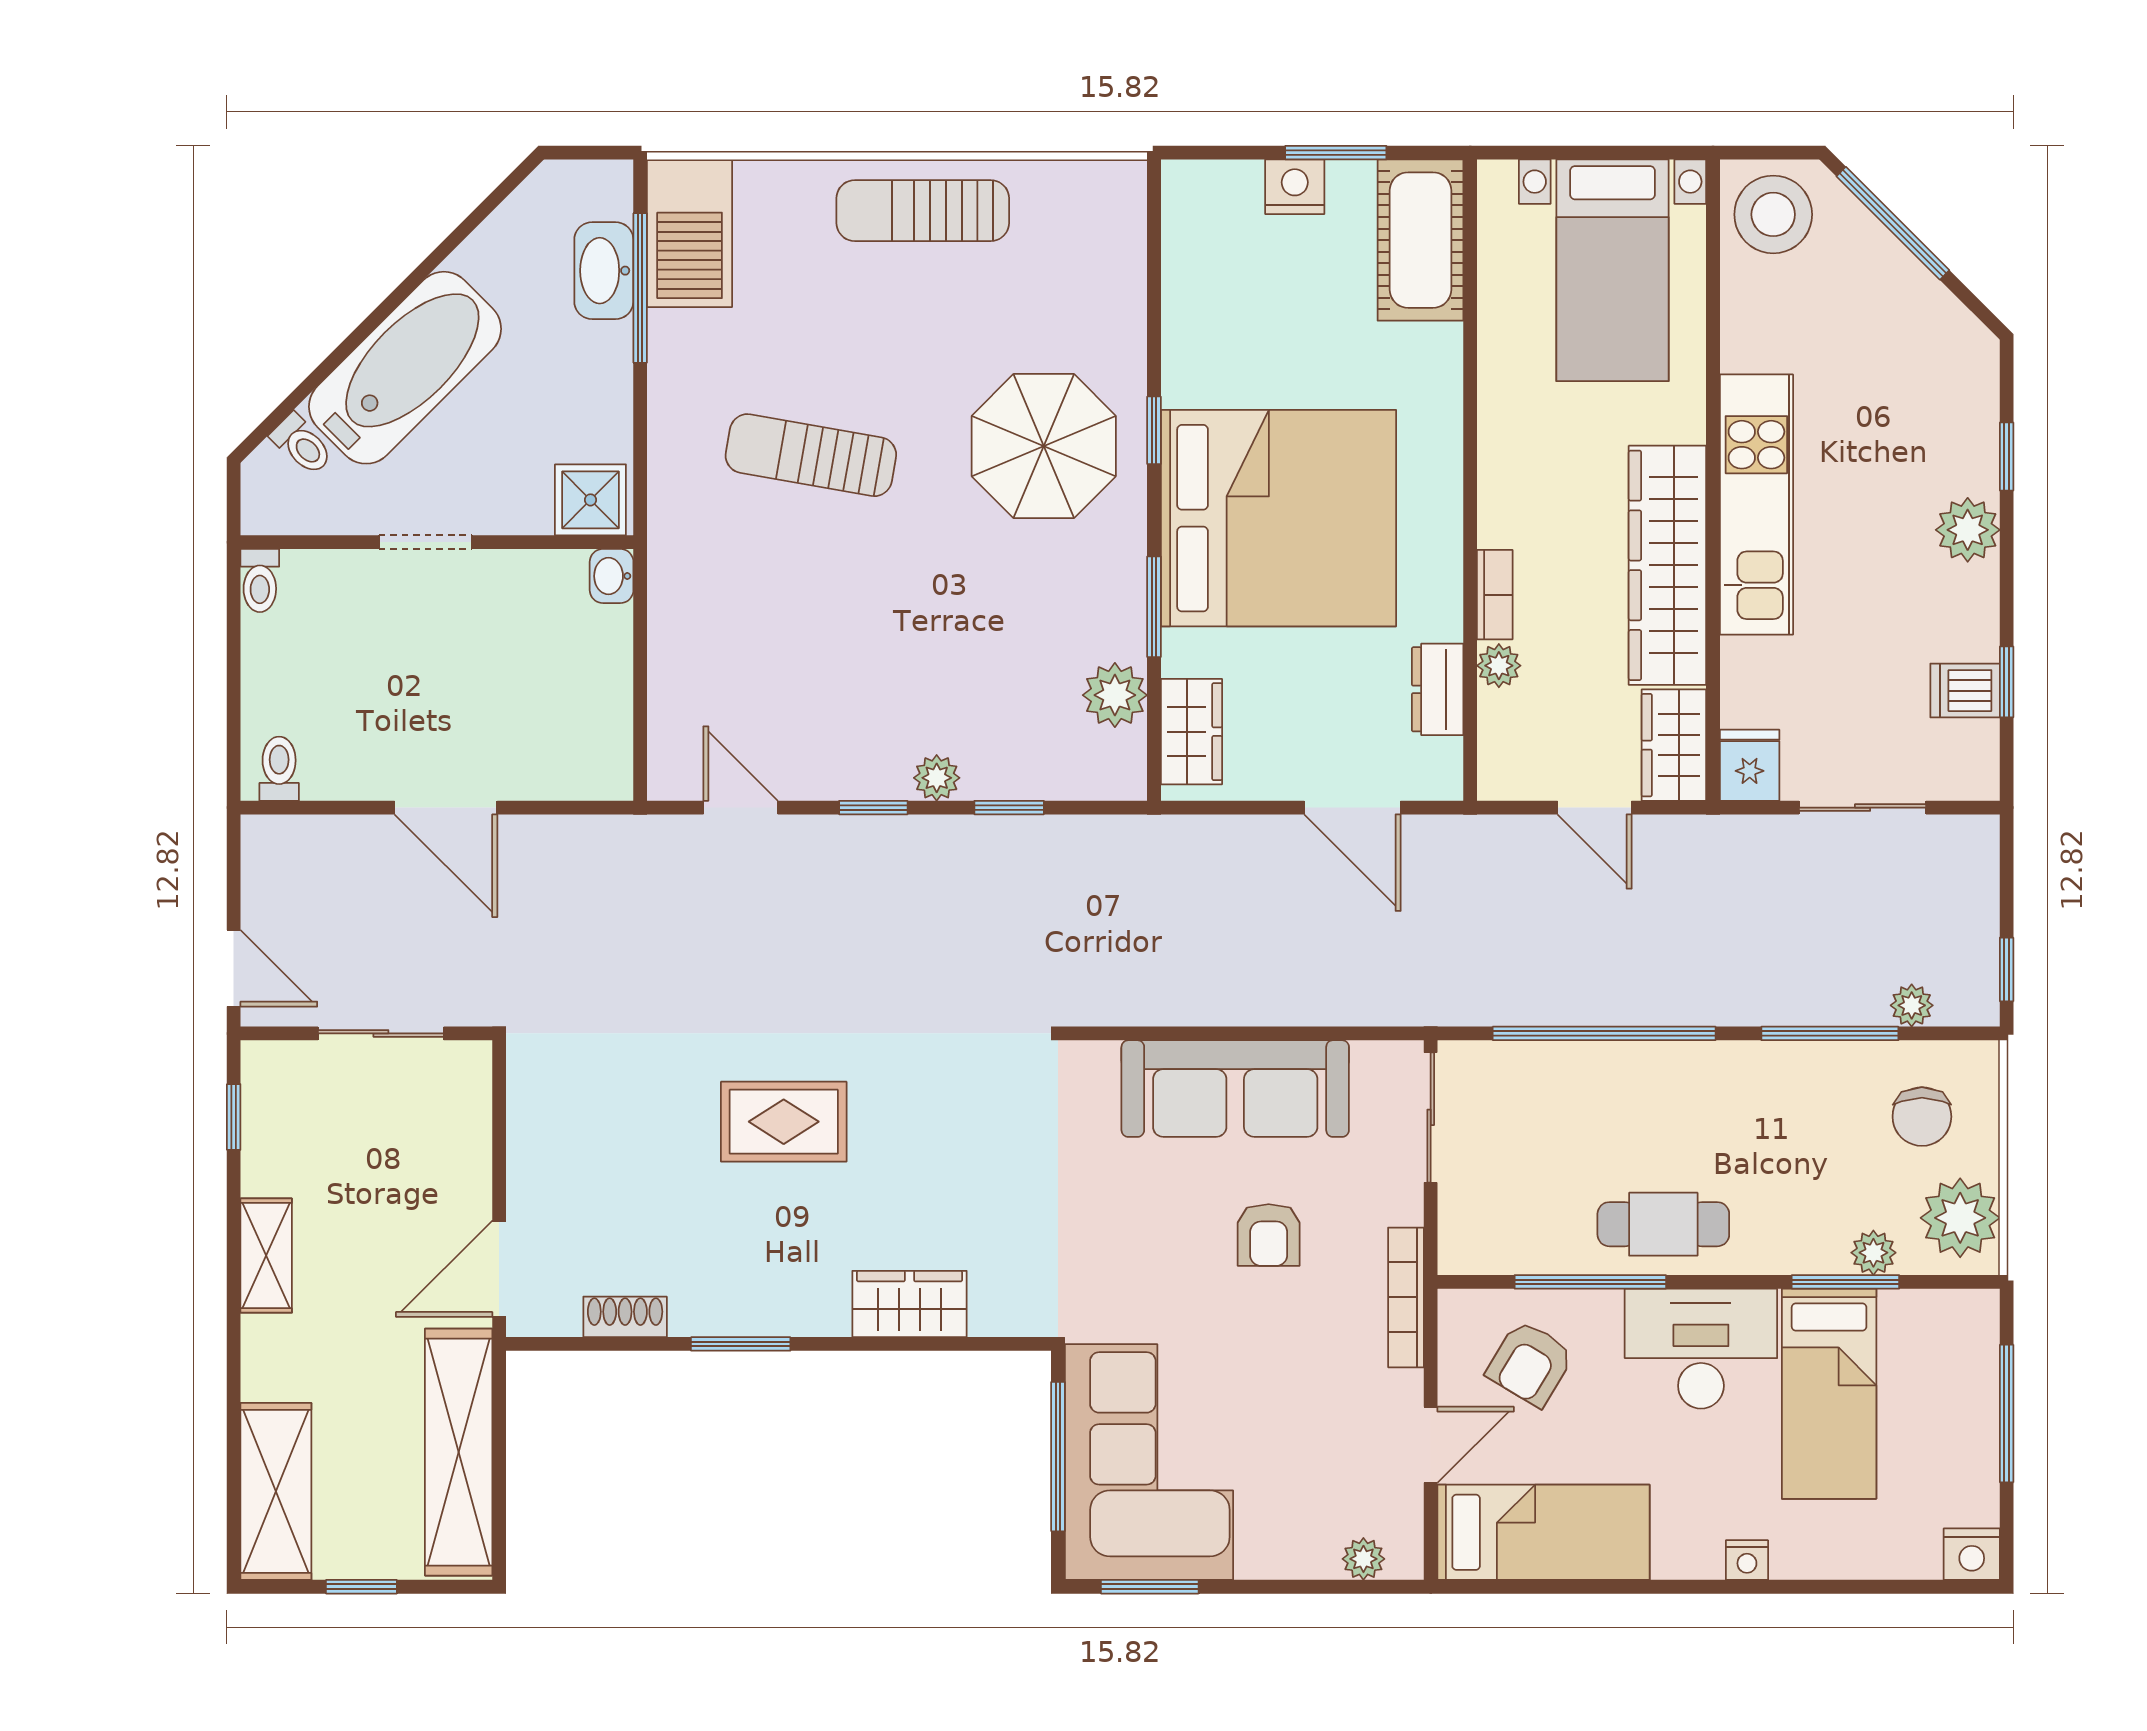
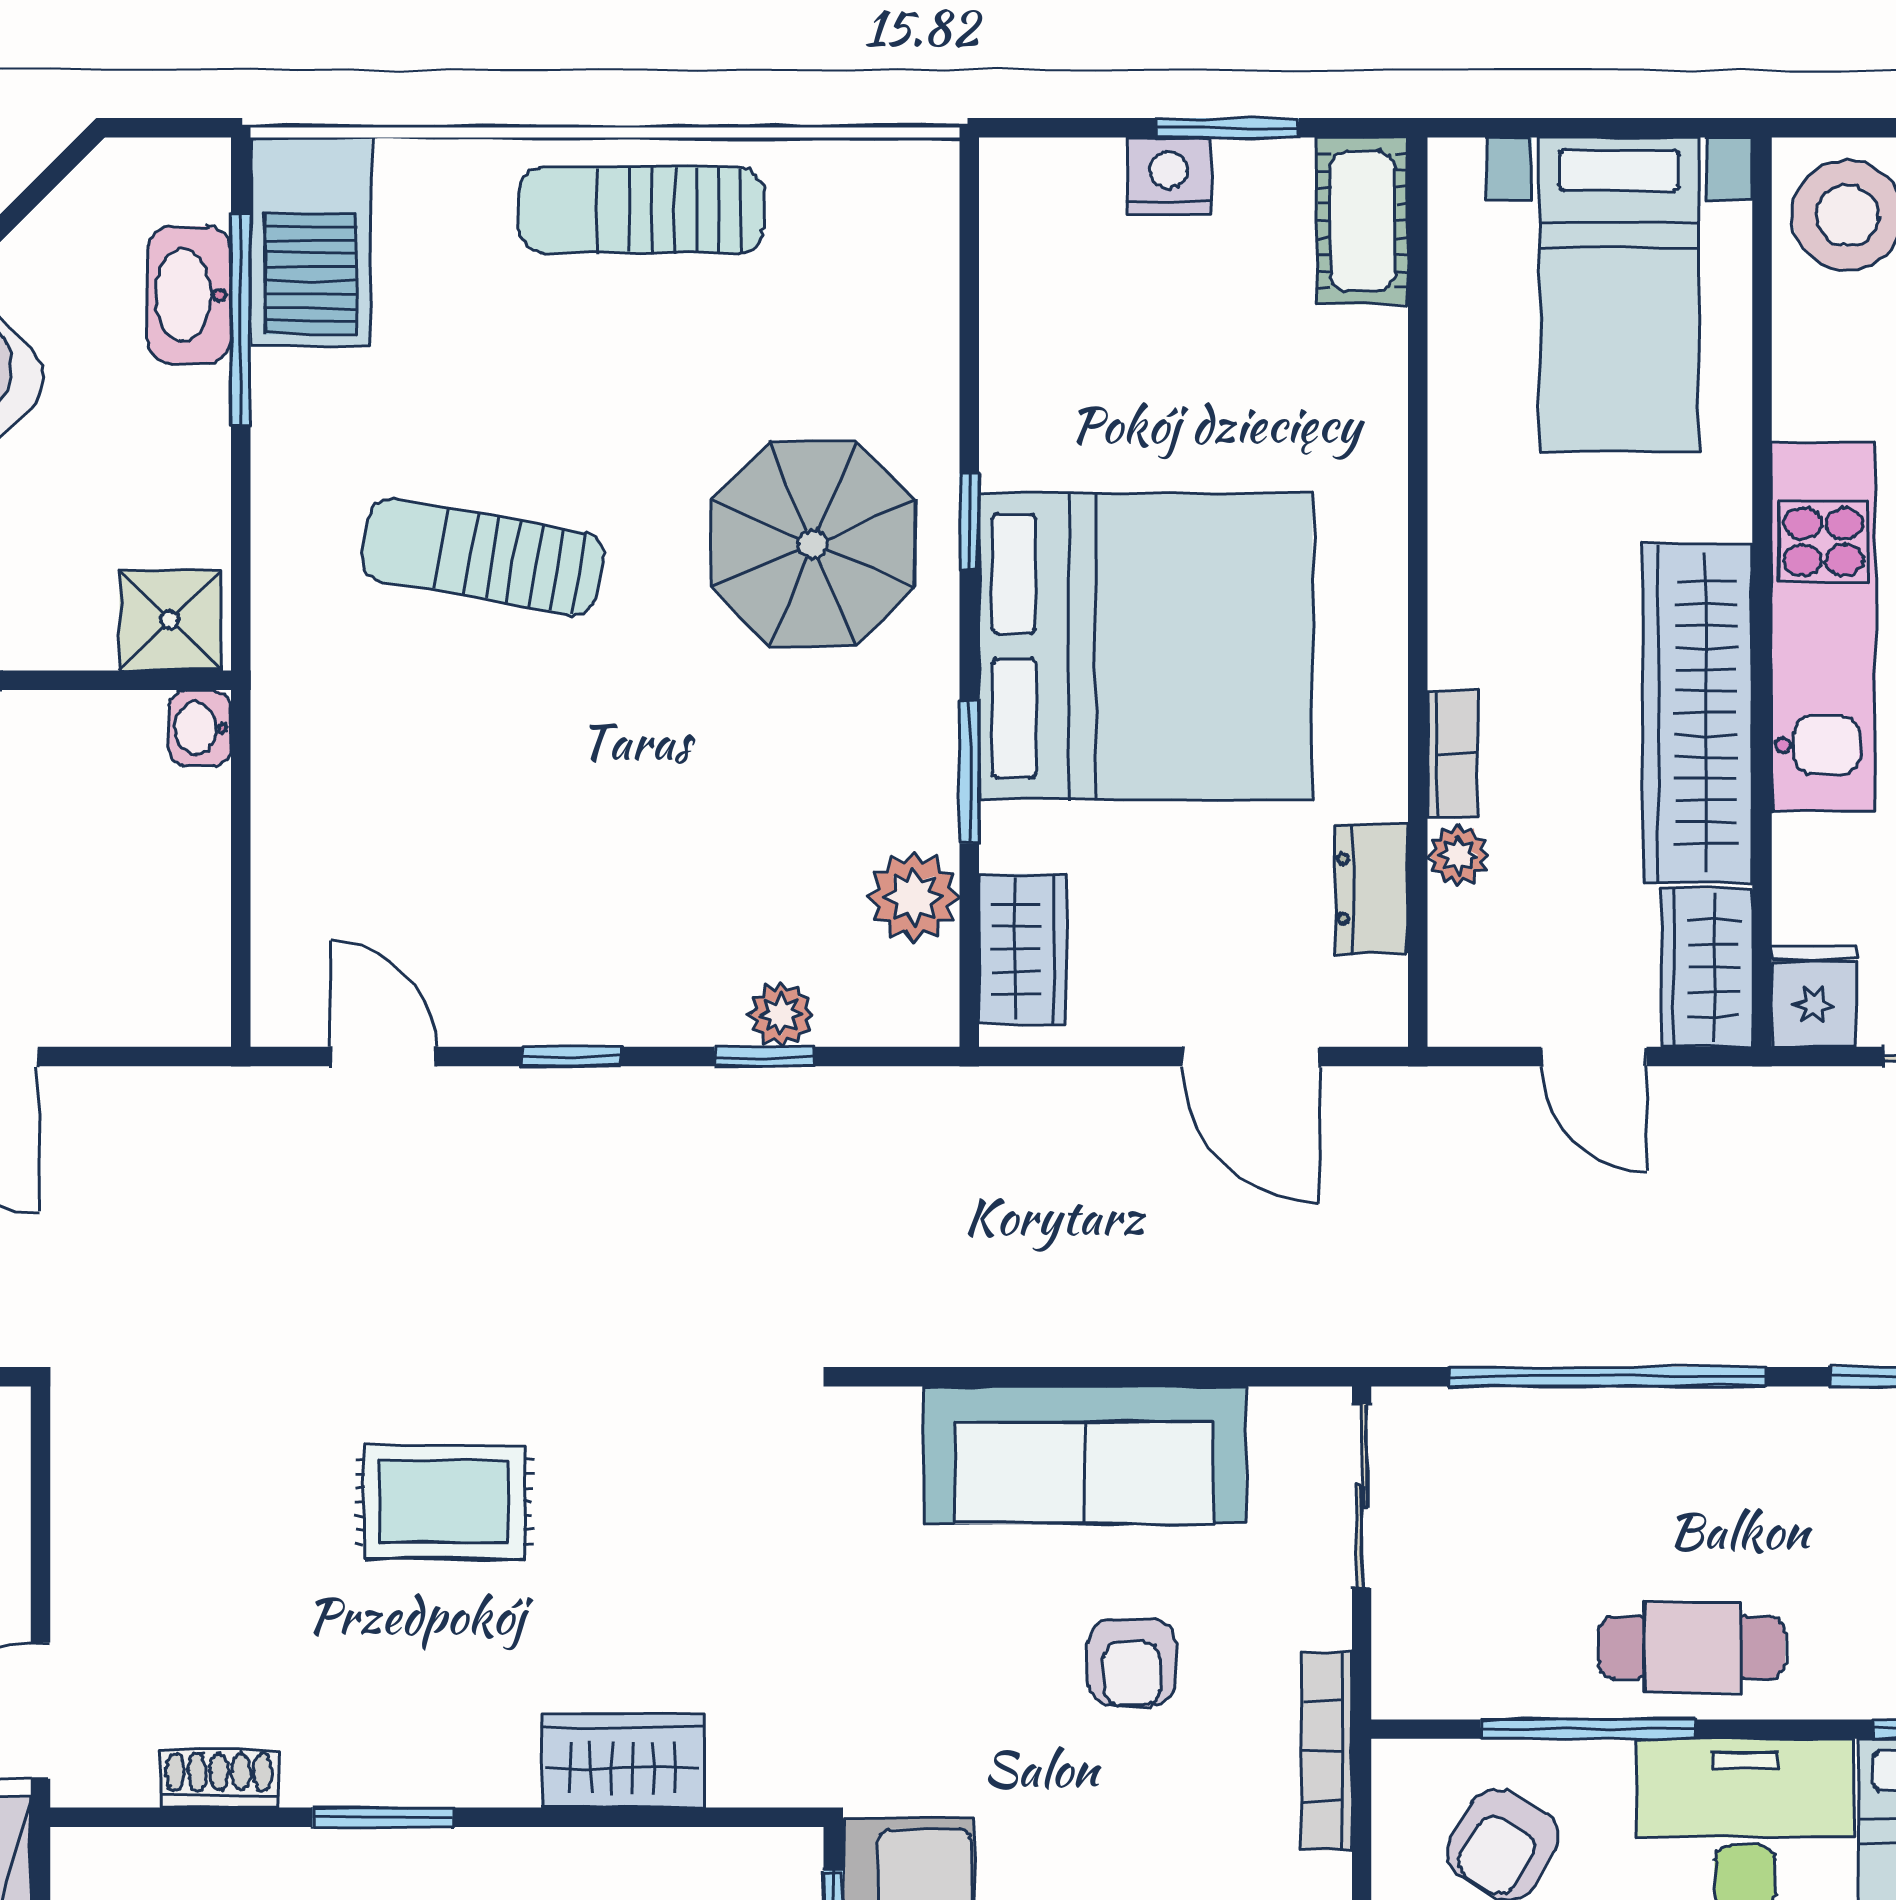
cot: (1421, 240) -> (1363, 221), width x0.73, depth x0.75
plant: (937, 778) -> (781, 1014), moved

